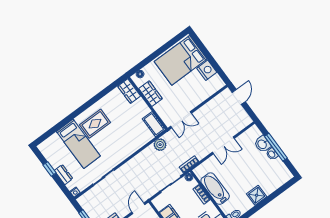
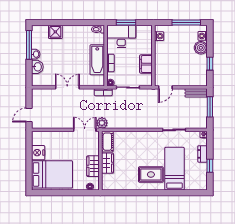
wardrobe: (129, 91) -> (108, 163), moved
plant: (160, 145) -> (102, 123), moved
window: (276, 147) -> (29, 45), moved
shower: (257, 195) -> (55, 32), moved

